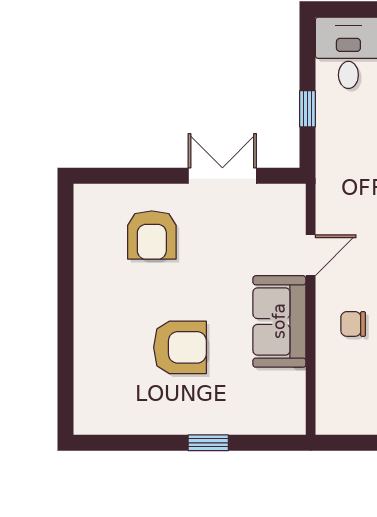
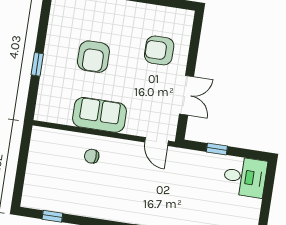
door: (311, 255) -> (156, 142), moved
chair: (353, 324) -> (92, 156), turned -87

